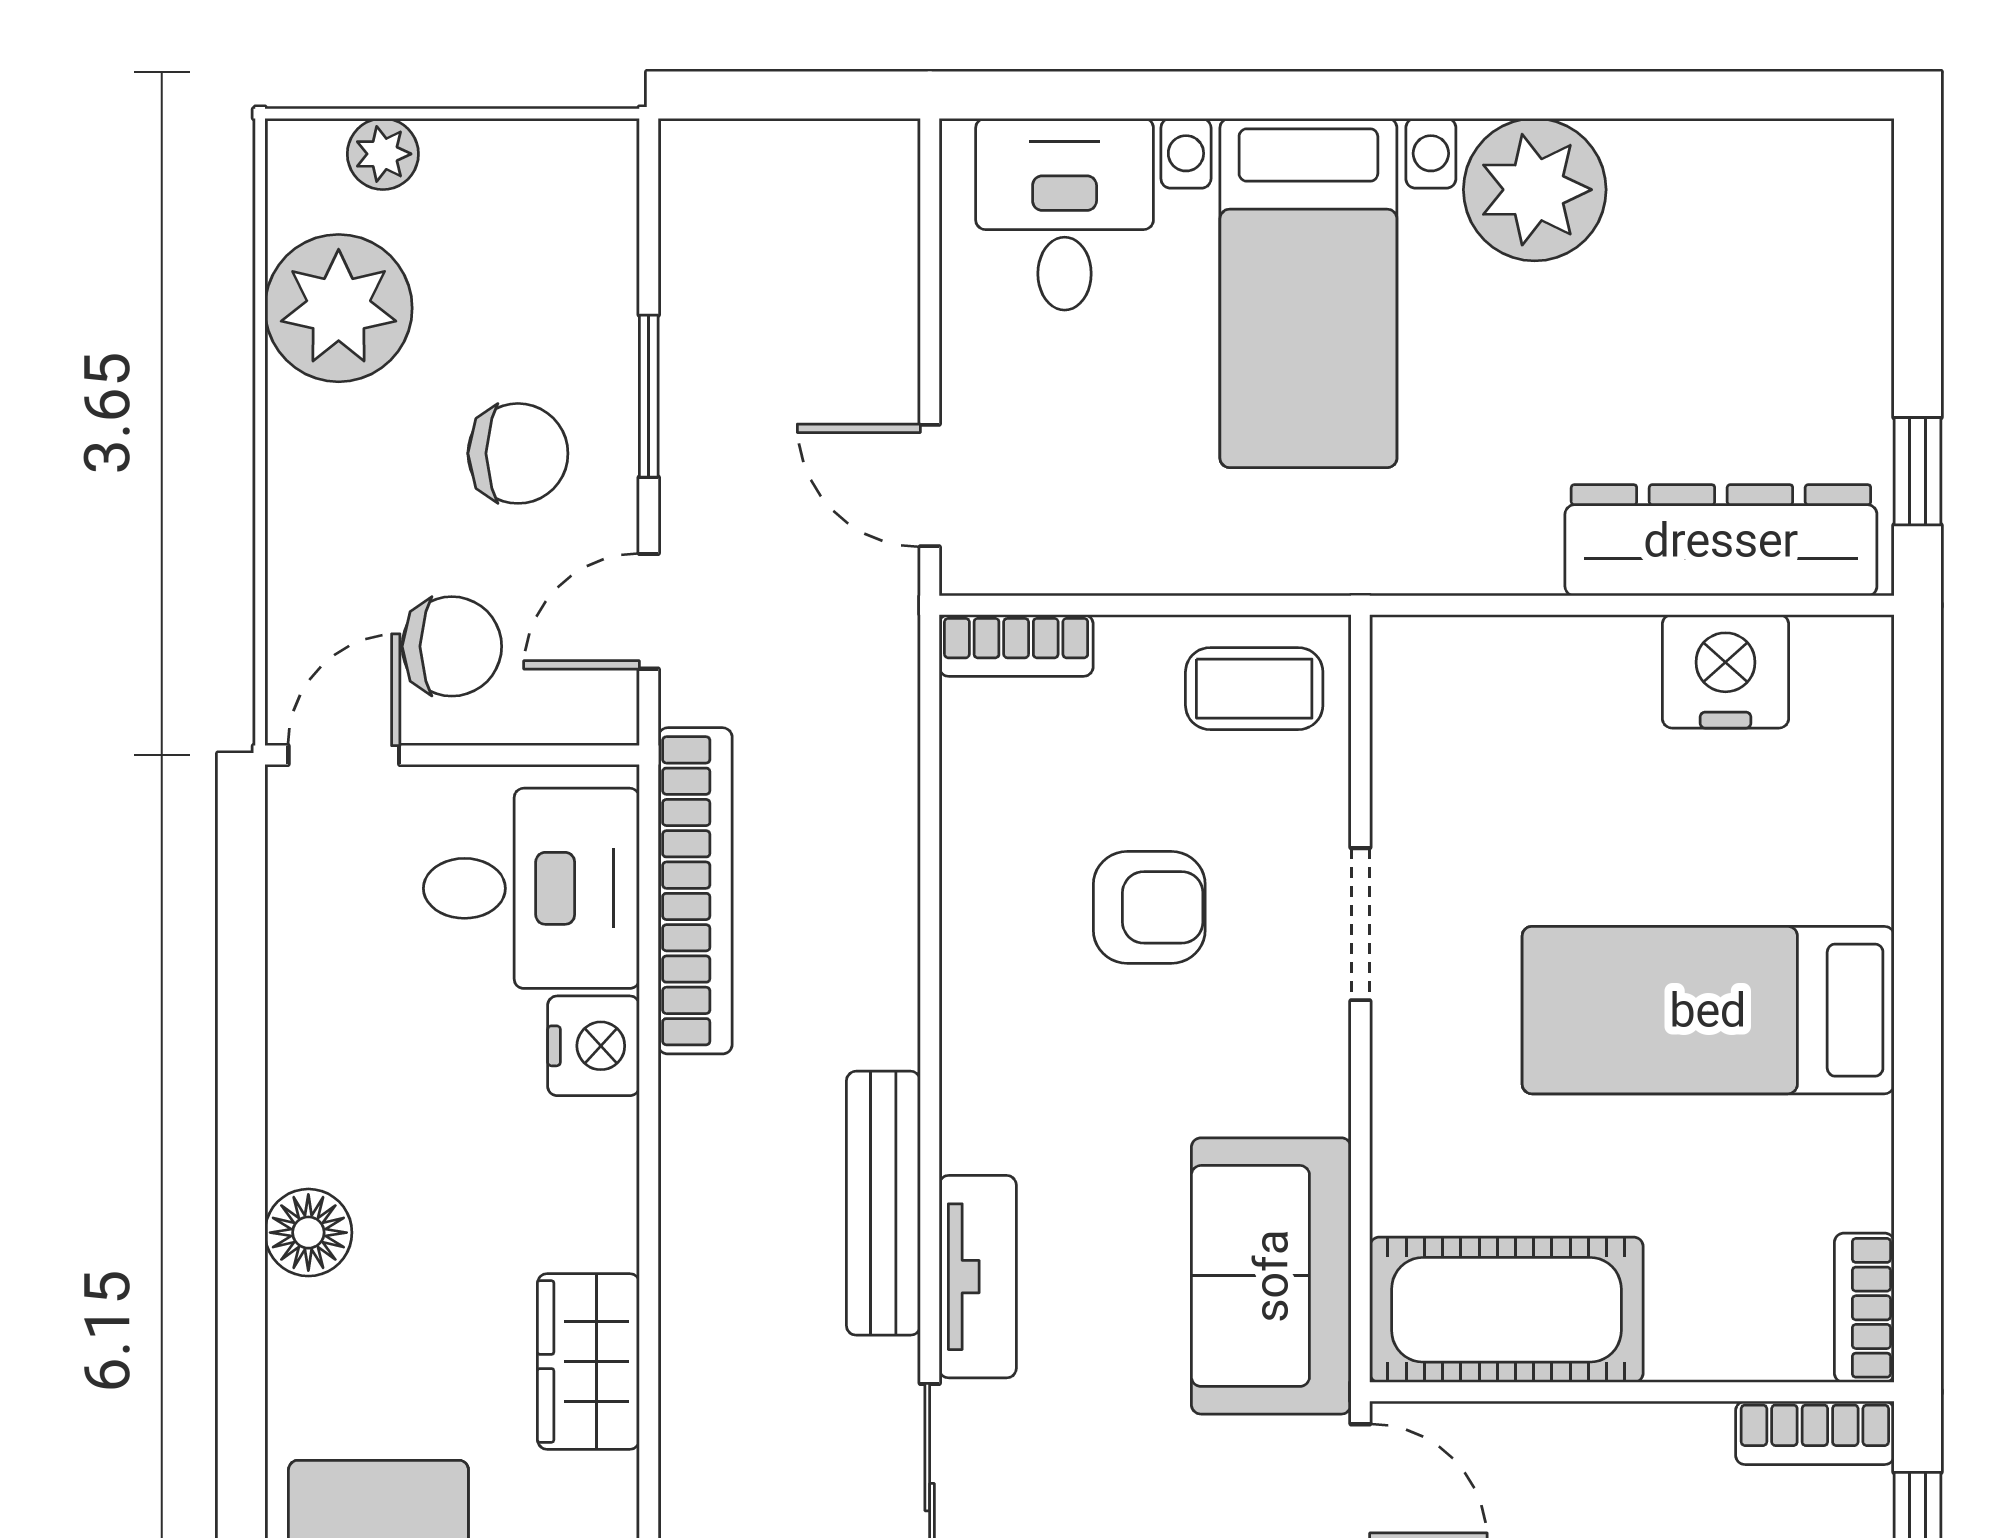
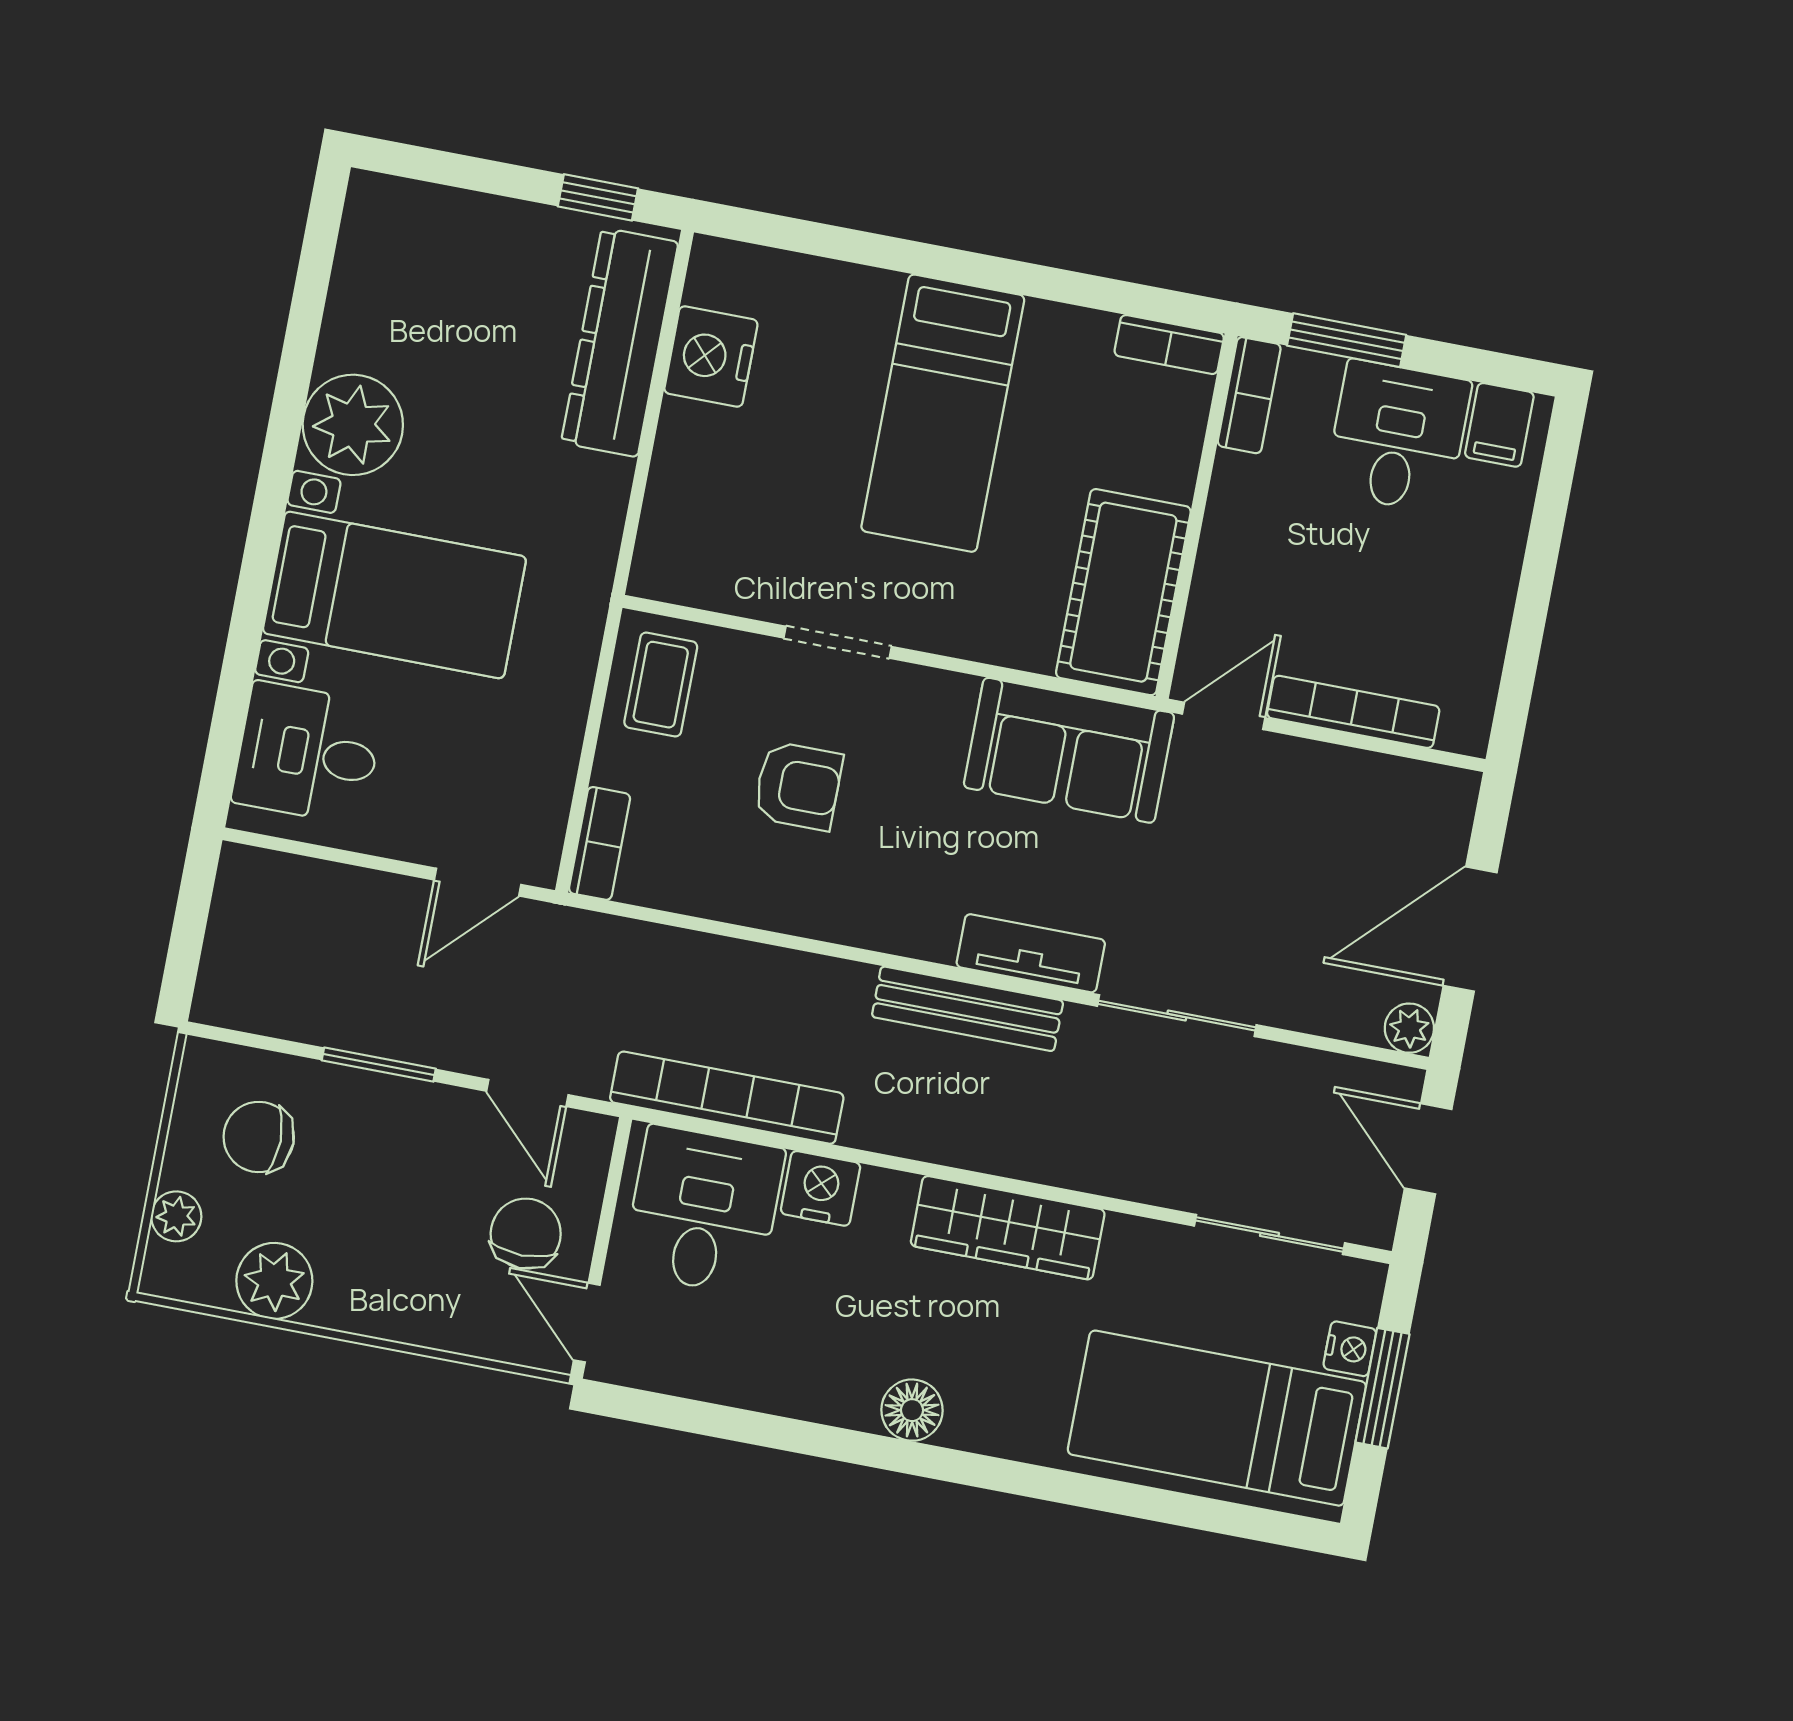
plant: (339, 308) -> (274, 1281), width x0.73, depth x0.73
chair: (518, 453) -> (259, 1137), moved, turned -90
armchair: (1149, 907) -> (798, 786), turned 90
wardrobe: (588, 1361) -> (1008, 1228), width x1.50

